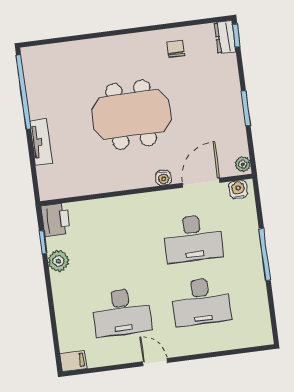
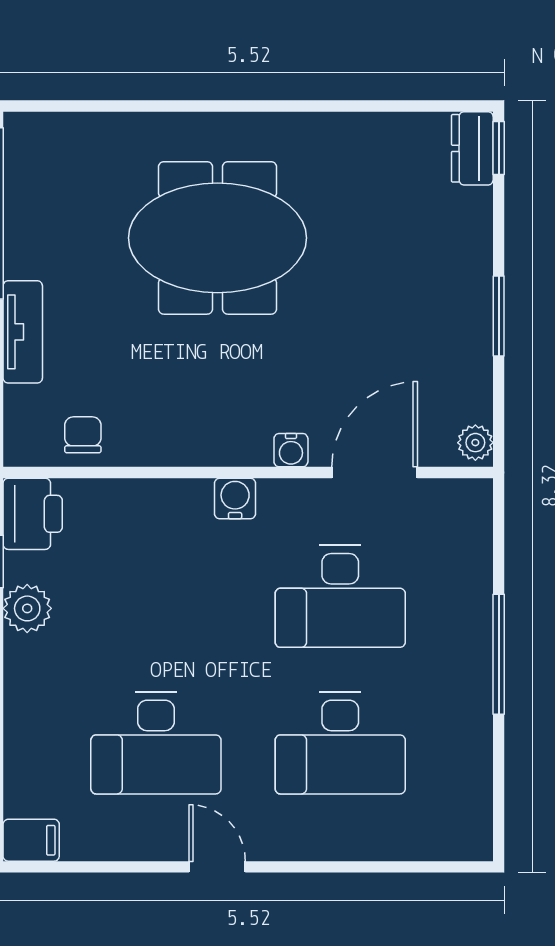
chair: (176, 48) -> (83, 435), moved
meeting table: (131, 115) -> (217, 238), moved
water cooler: (238, 189) -> (235, 498), moved

